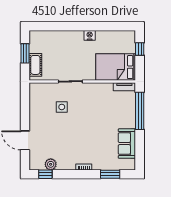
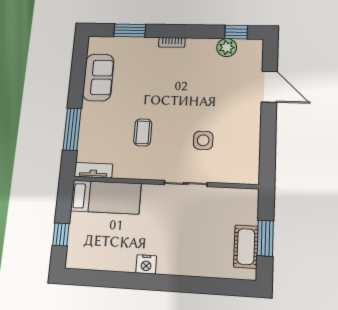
cot: (35, 65) -> (246, 247), moved
bed: (116, 67) -> (106, 197), width x0.67
coffee table: (97, 110) -> (143, 132), added
window: (140, 111) -> (72, 129), width x0.68

